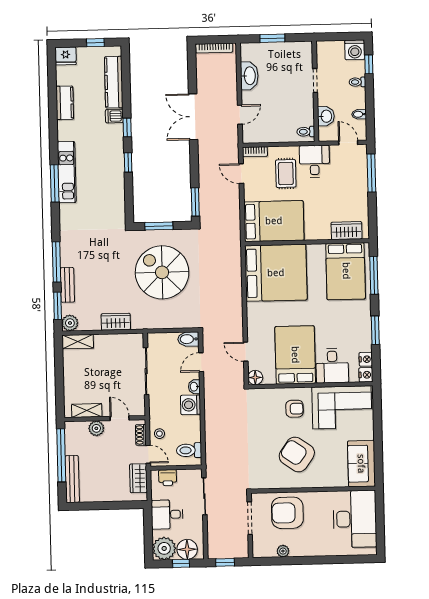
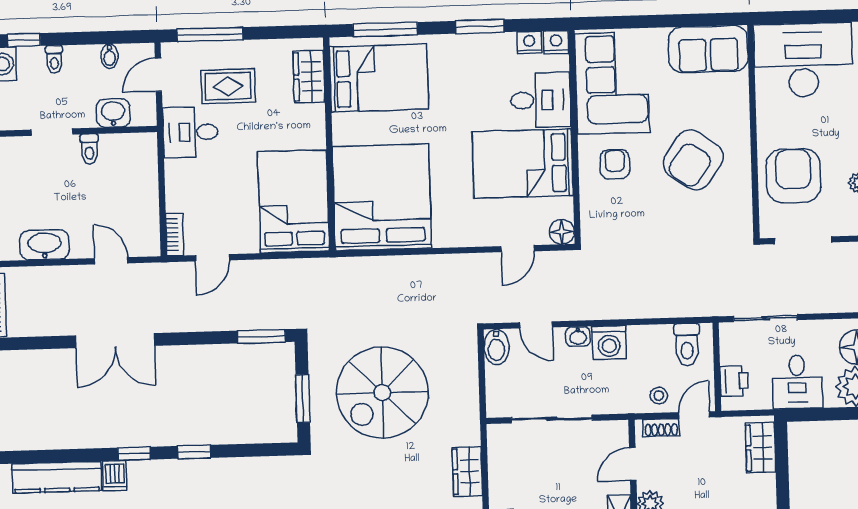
toilet: (306, 132) -> (89, 149), moved
rug: (286, 174) -> (228, 86), moved
wardrobe: (138, 478) -> (761, 448), moved, turned 90
armchair: (287, 513) -> (793, 176), turned 180

